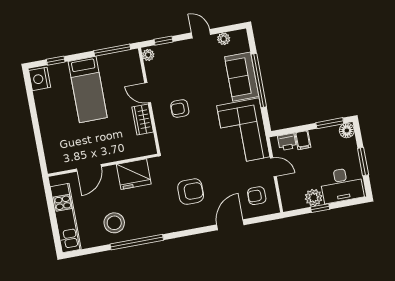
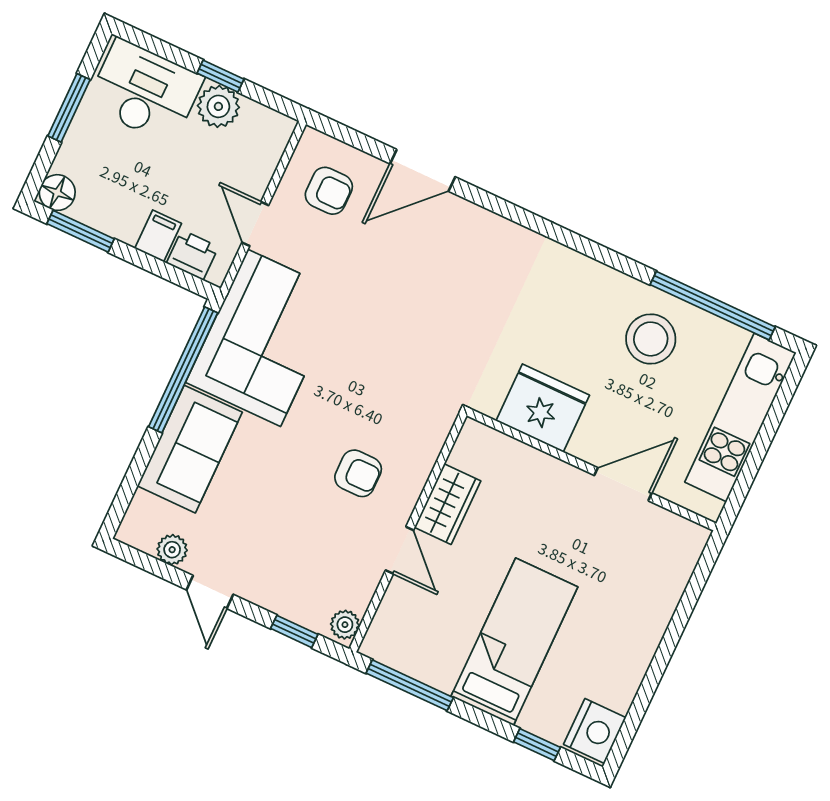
window: (259, 80) -> (183, 370), moved
armchair: (191, 192) -> (454, 293), removed
window: (137, 242) -> (713, 306), moved

